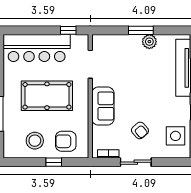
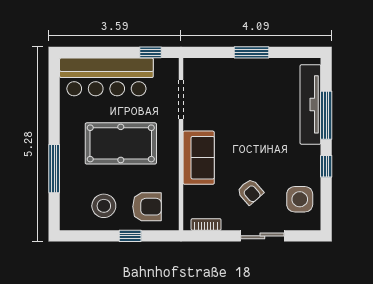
plant: (149, 42) -> (263, 68), removed
armchair: (66, 141) -> (147, 207), turned 180
sliding door: (136, 162) -> (262, 236), moved

